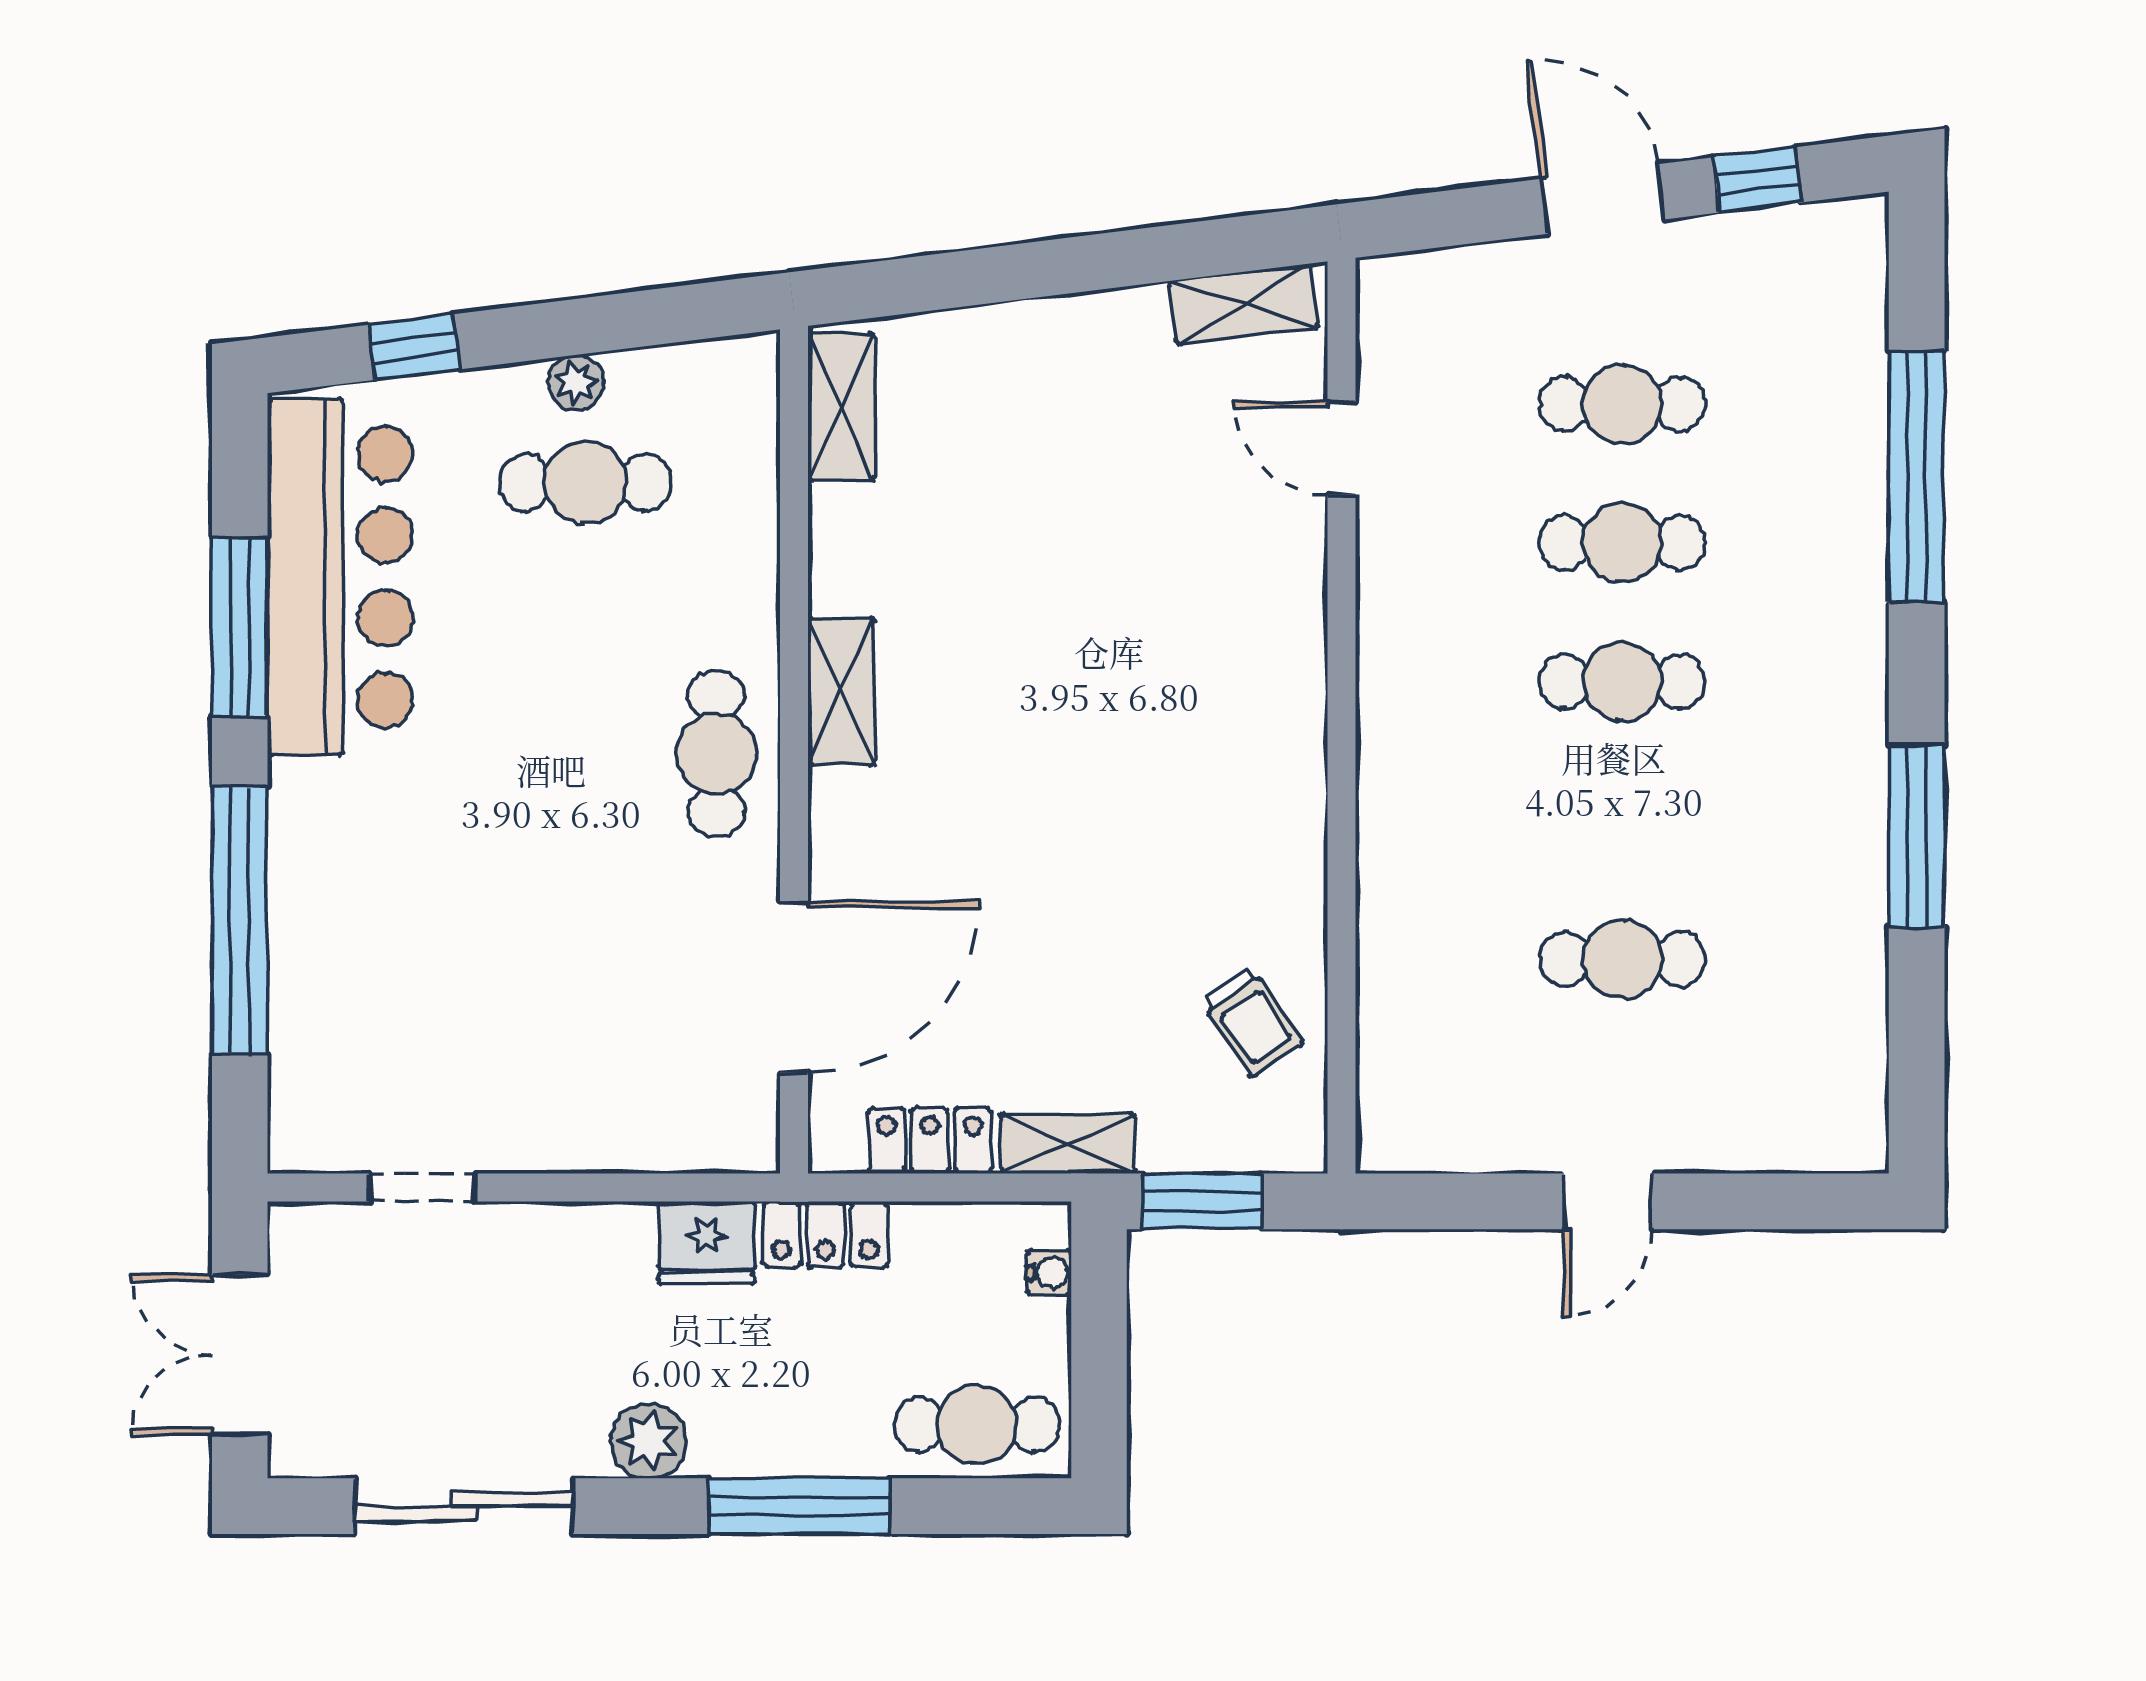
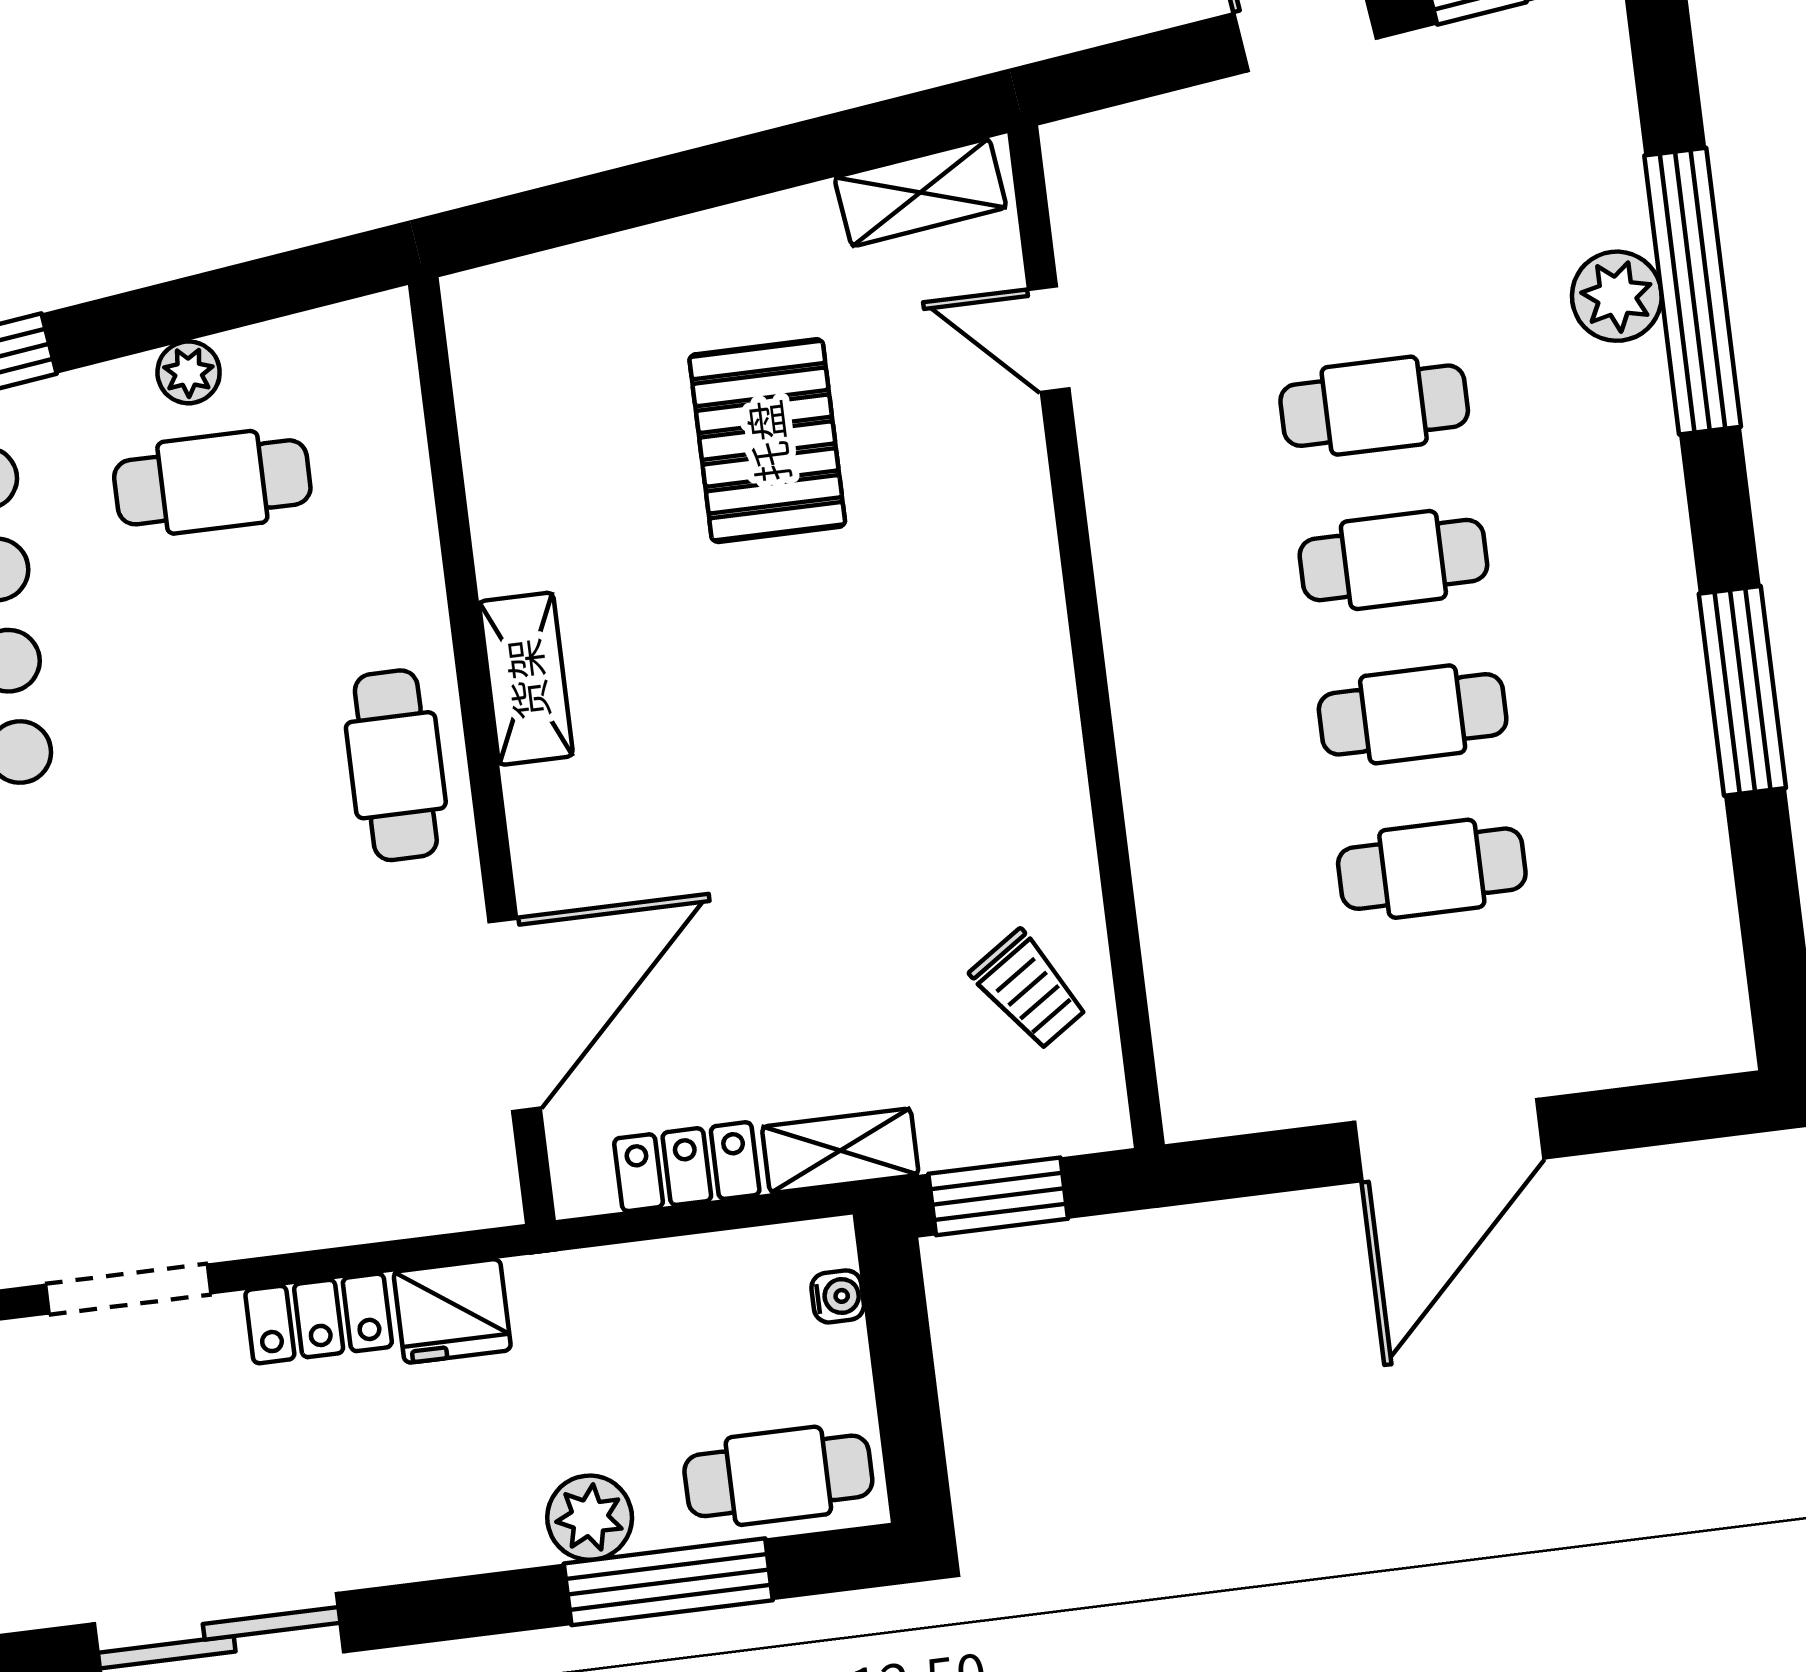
cafe table: (1622, 404) -> (1413, 714), moved
shelving: (841, 407) -> (486, 362), removed
plant: (1849, 473) -> (1617, 296), added
pallet: (1081, 507) -> (767, 441), added
doorway: (422, 1187) -> (128, 1289), width x1.38
door: (1608, 1201) -> (1449, 1140), width x1.88
locker: (825, 1234) -> (319, 1318), moved
plant: (649, 1441) -> (590, 1518), moved
window: (800, 1506) -> (668, 1582), moved

